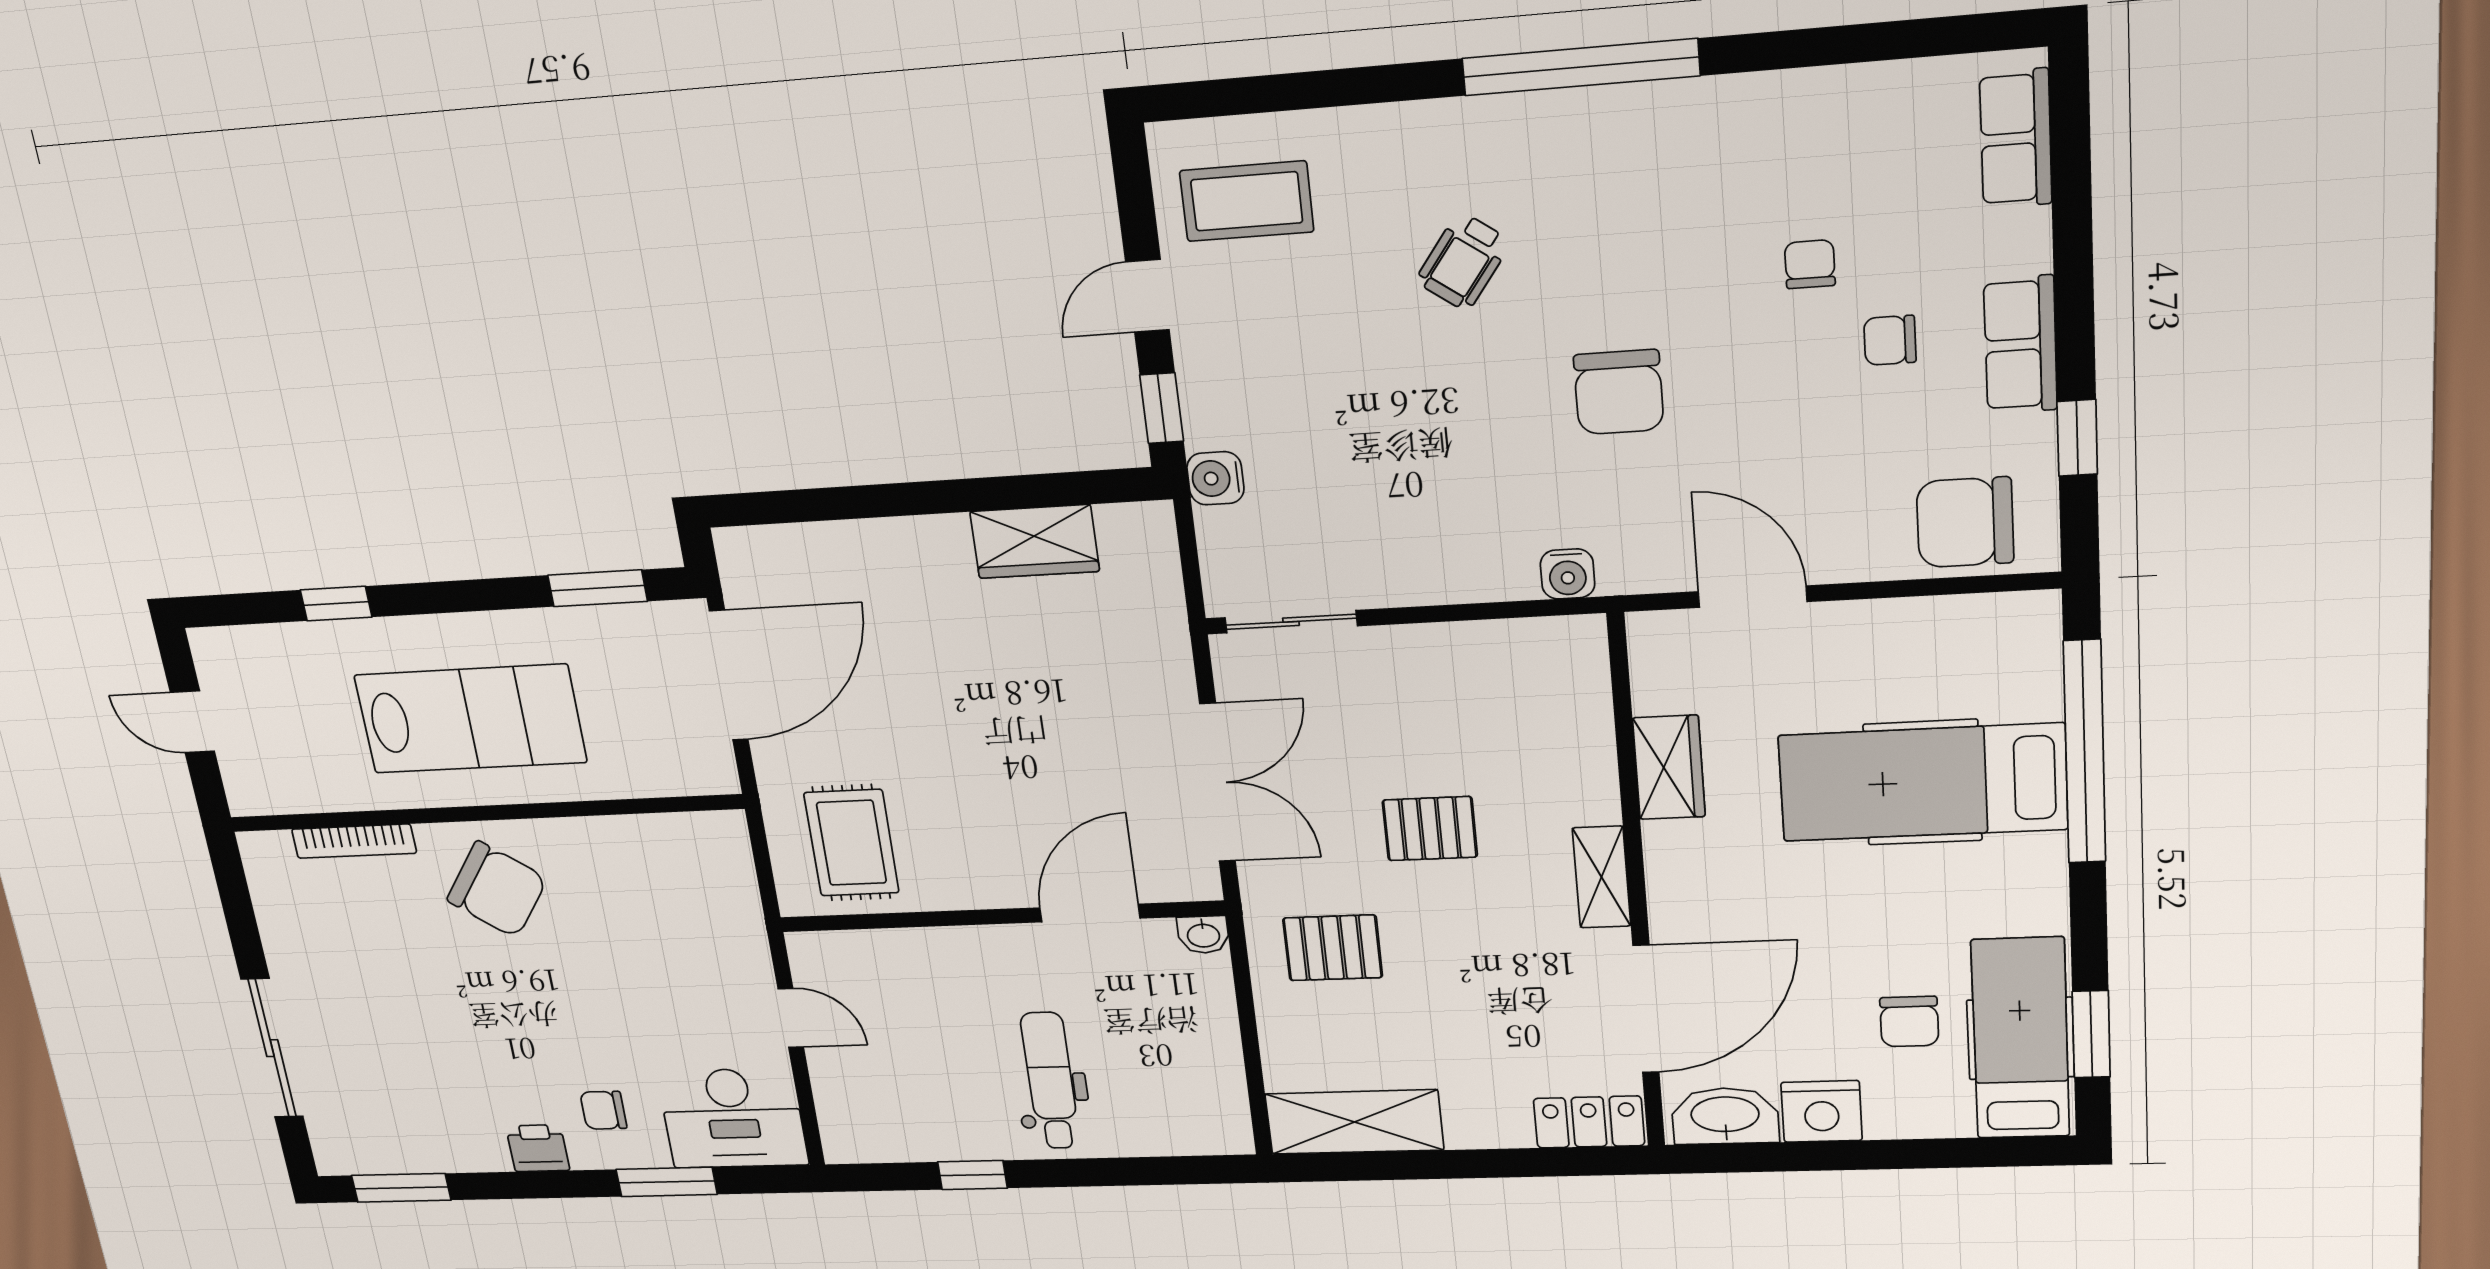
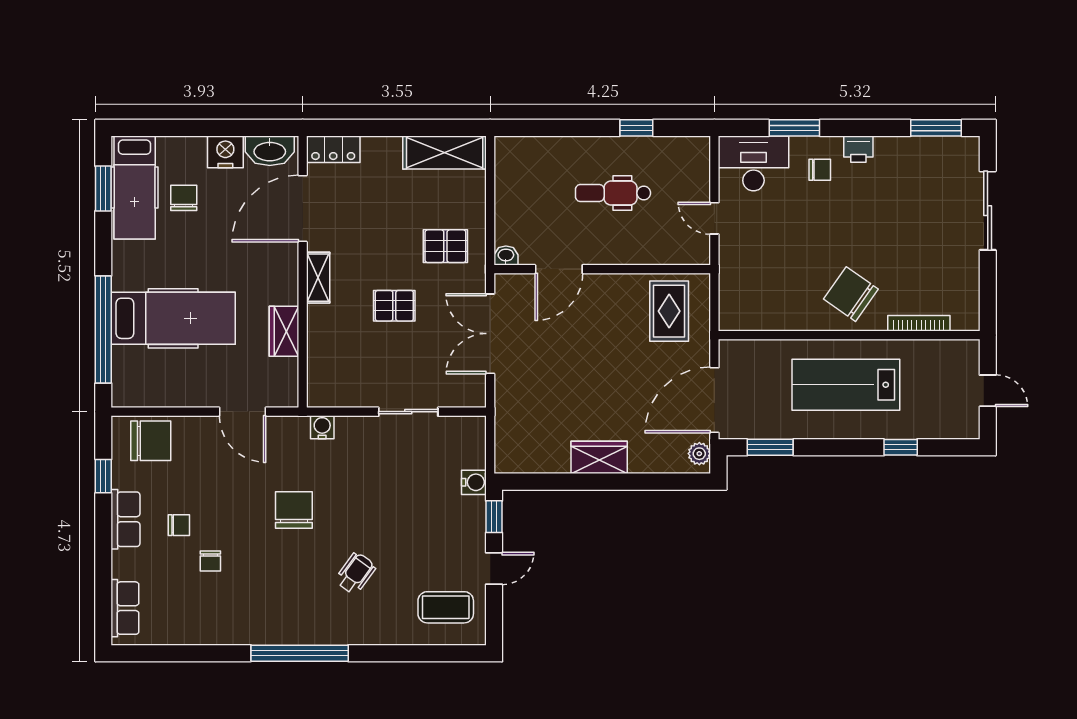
wardrobe: (1035, 542) -> (599, 457), moved
plant: (741, 567) -> (699, 454), added
sliding door: (1291, 622) -> (408, 412), moved
dental chair: (1050, 1081) -> (613, 193), moved, turned 90

